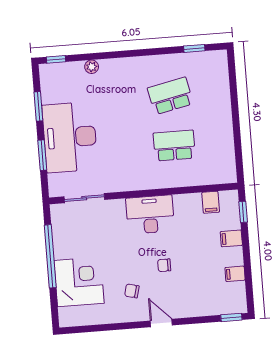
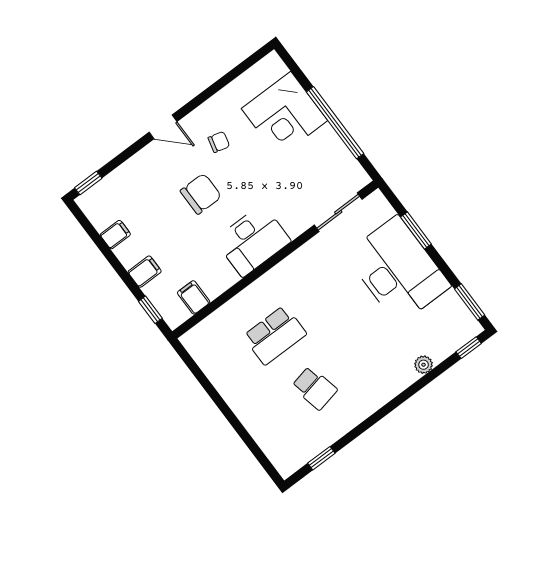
school desk: (170, 96) -> (315, 388), width x0.54
window: (38, 106) -> (470, 302), moved
chair: (164, 265) -> (201, 194), width x1.87, depth x1.87

